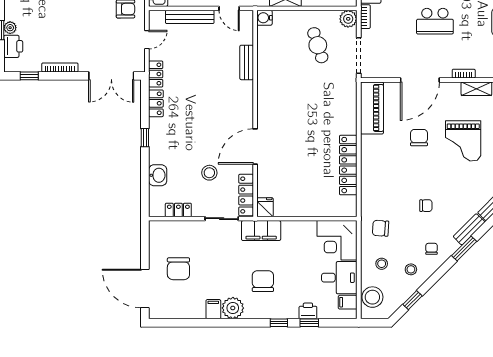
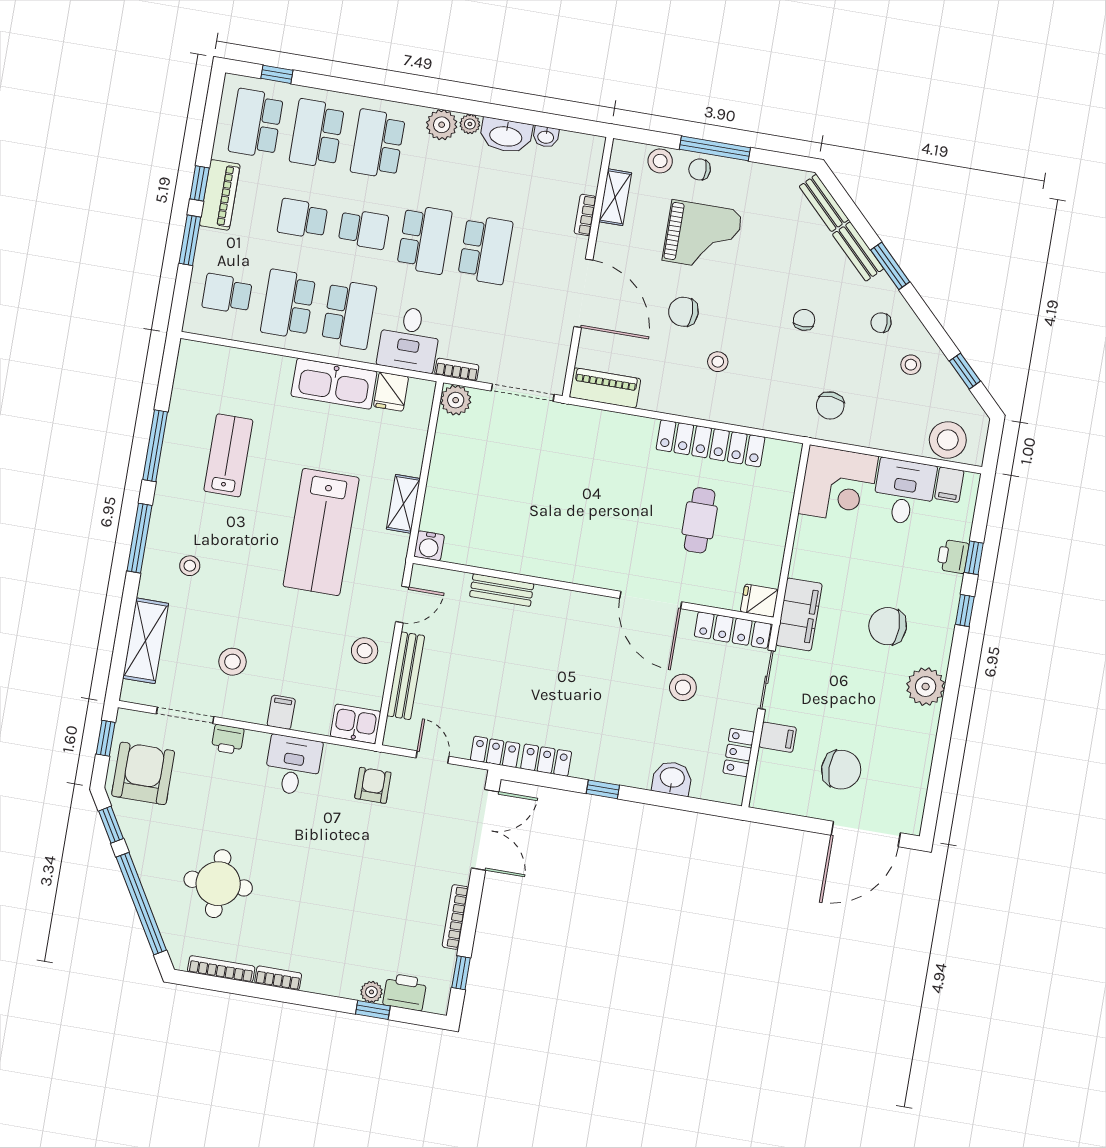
cafe table: (318, 45) -> (700, 520), moved, turned -72
piano: (372, 108) -> (605, 388), width x0.73, depth x0.75
stool: (382, 264) -> (718, 362), moved
filing cabinet: (213, 309) -> (778, 737), moved, turned 180

